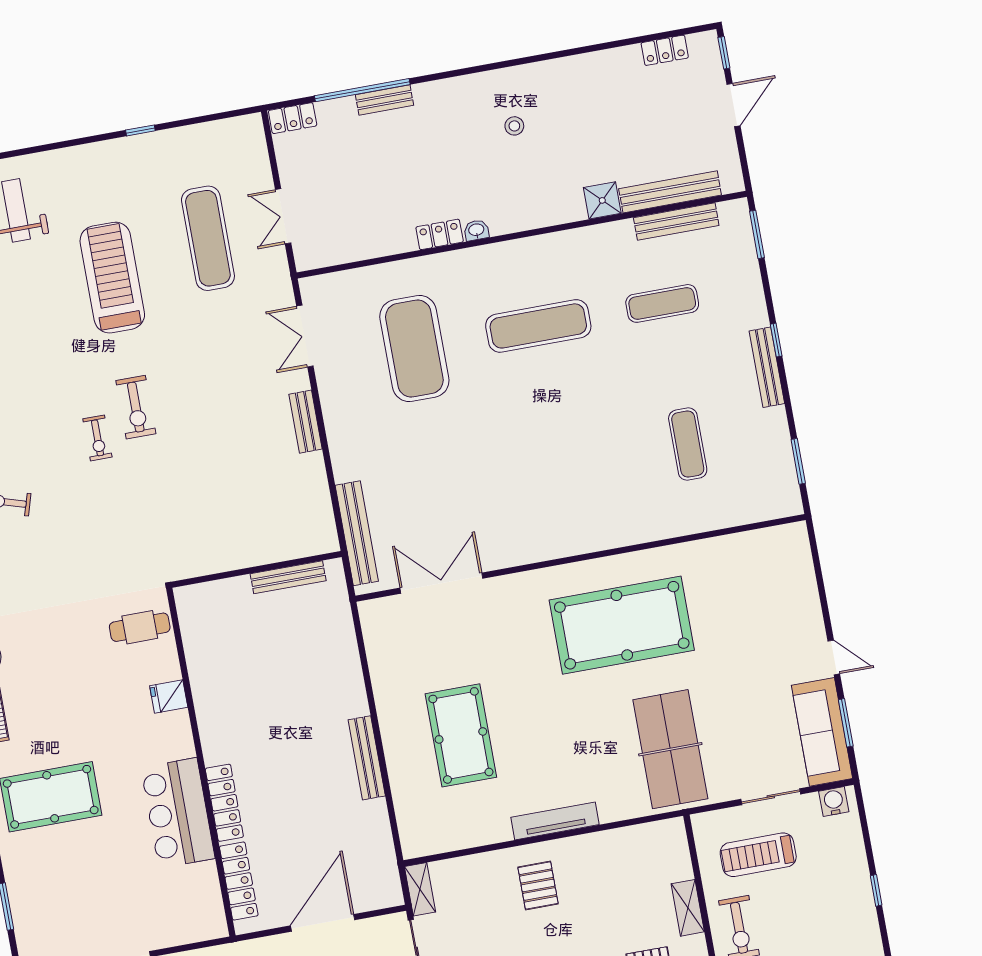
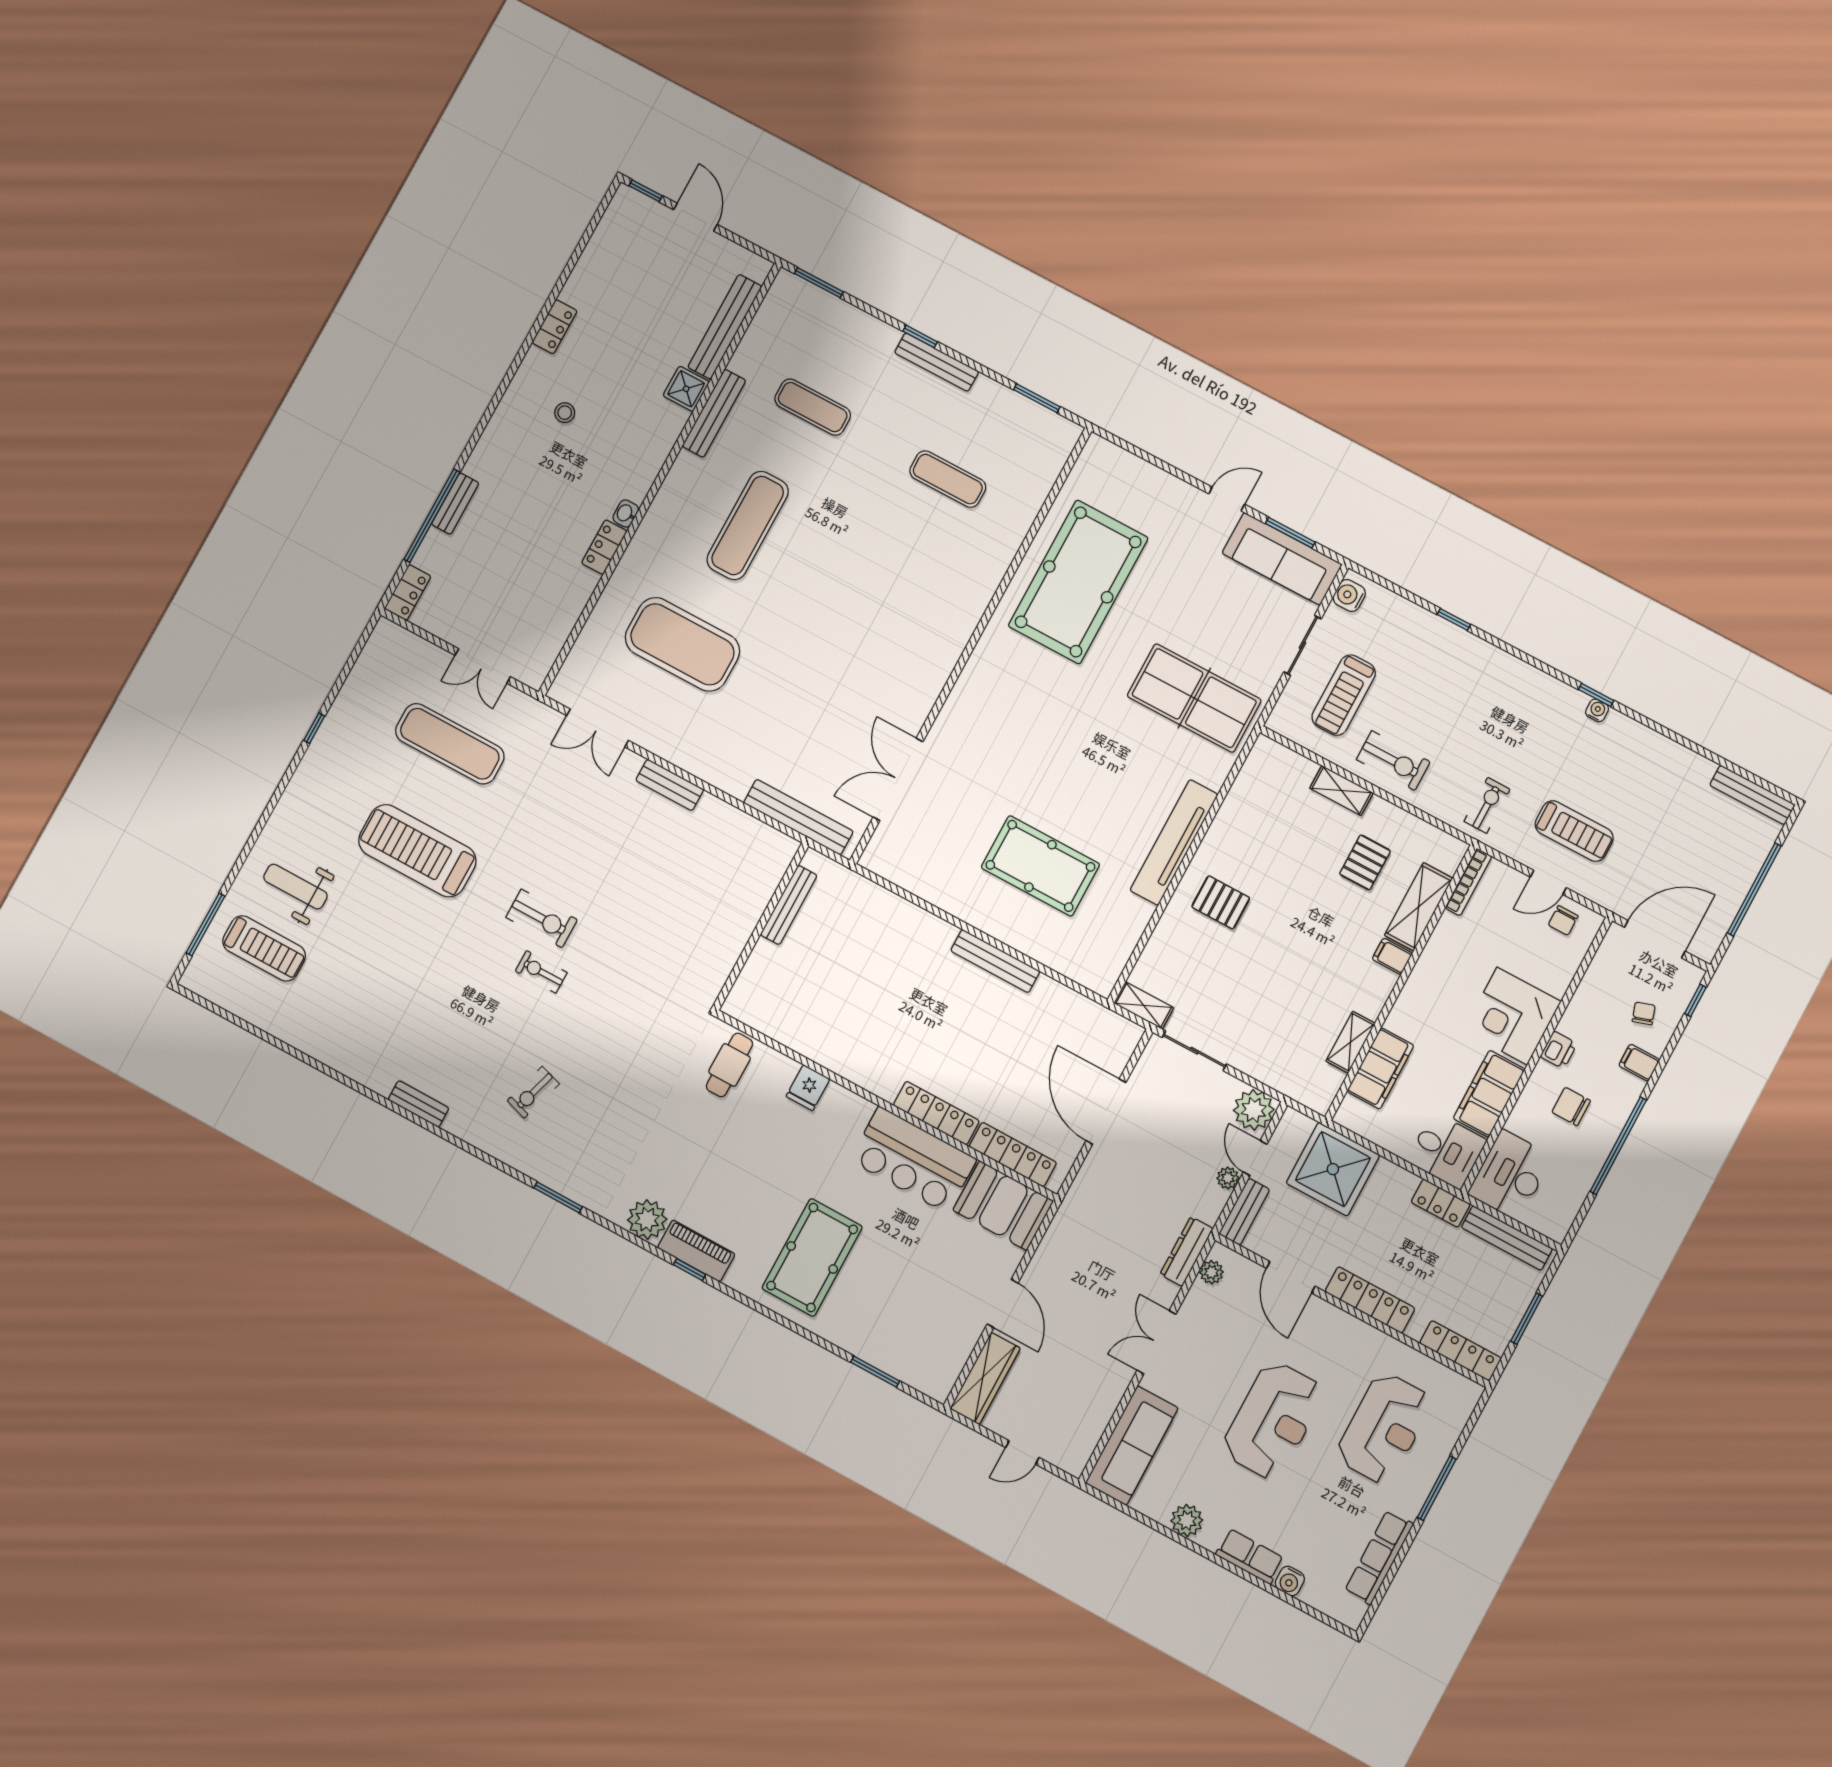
locker: (665, 50) -> (555, 327), moved
bench: (676, 222) -> (714, 413), moved
exercise mat: (662, 303) -> (813, 407), turned 90
exercise bike: (97, 438) -> (541, 972), turned 180
pool table: (622, 625) -> (1078, 582), moved
tv unit: (555, 821) -> (1174, 842), width x1.36, depth x1.29
booth: (197, 903) -> (1003, 1206), added

